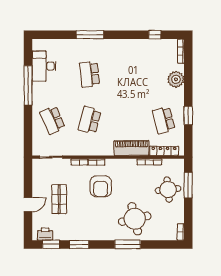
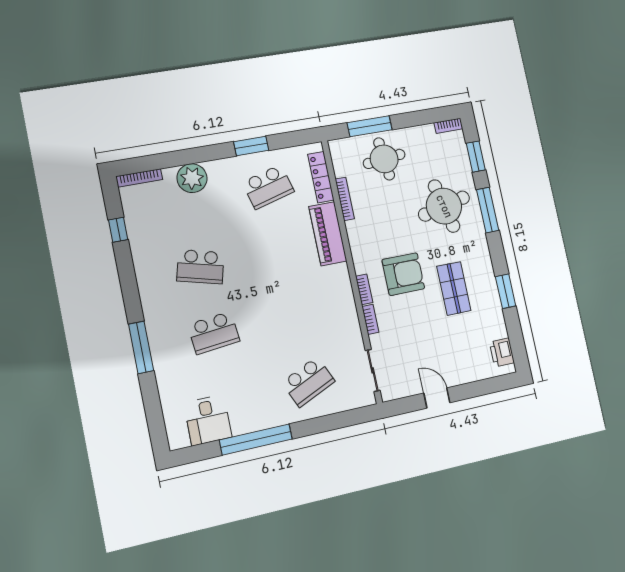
desk: (44, 66) -> (208, 420), width x0.73
school desk: (90, 120) -> (200, 267), moved
shop shelf: (59, 199) -> (454, 288), moved, turned 90
door: (28, 205) -> (437, 398), moved
window: (51, 244) -> (476, 157), moved

